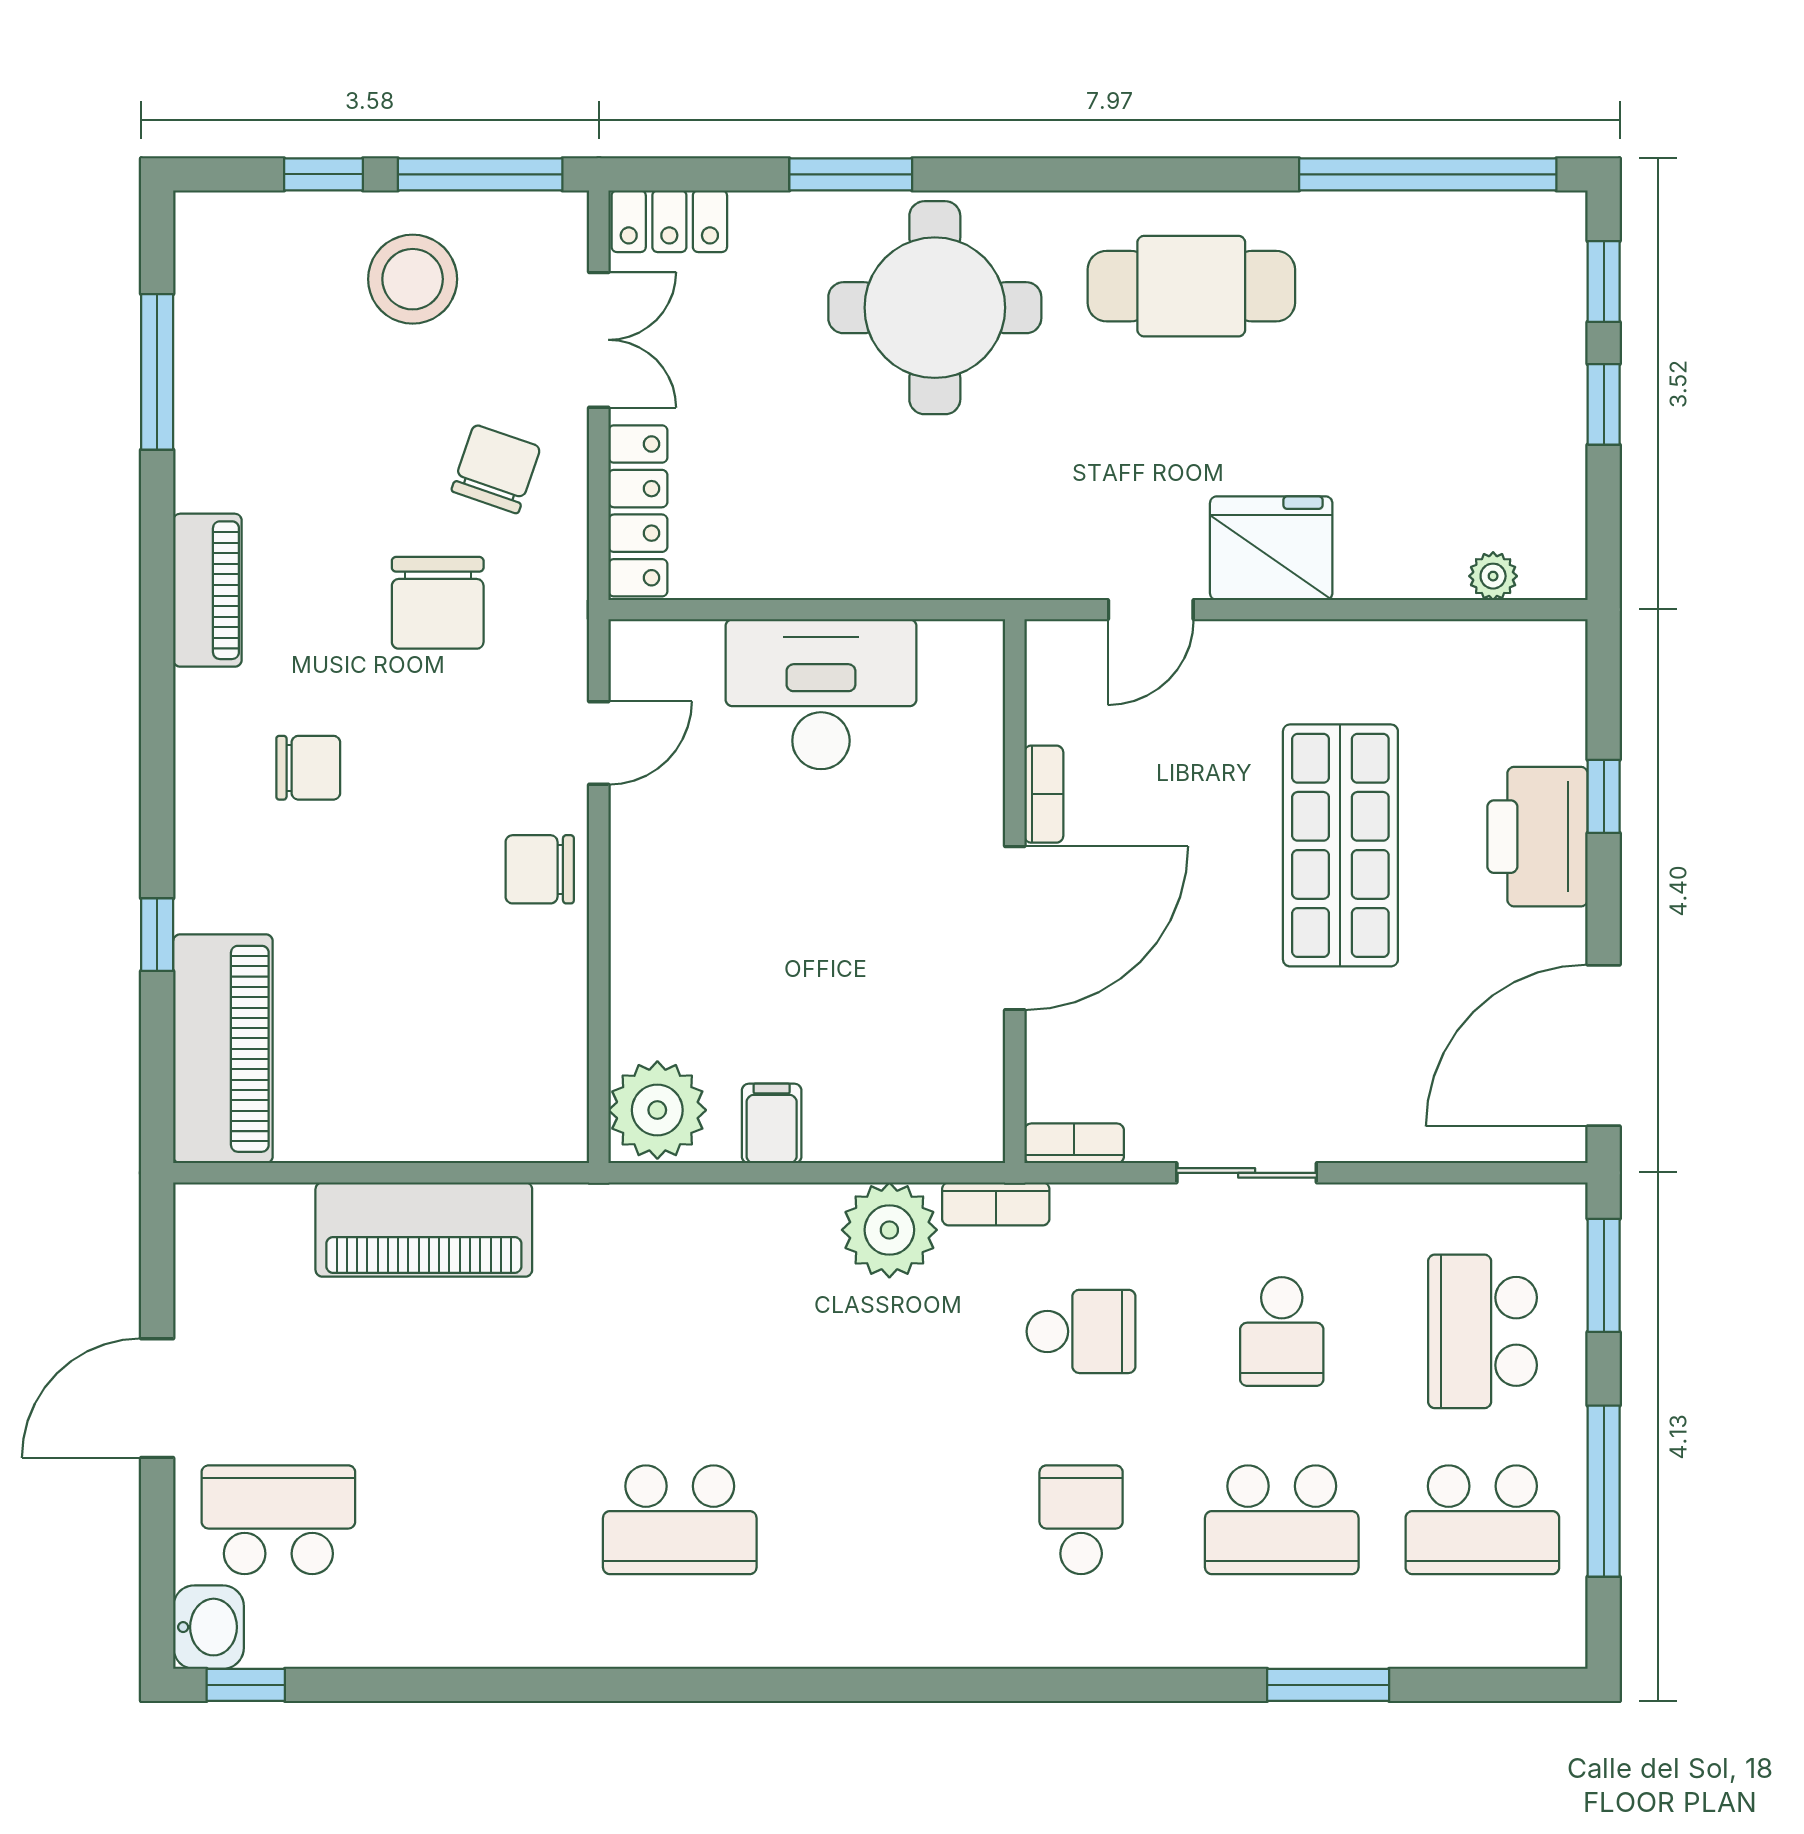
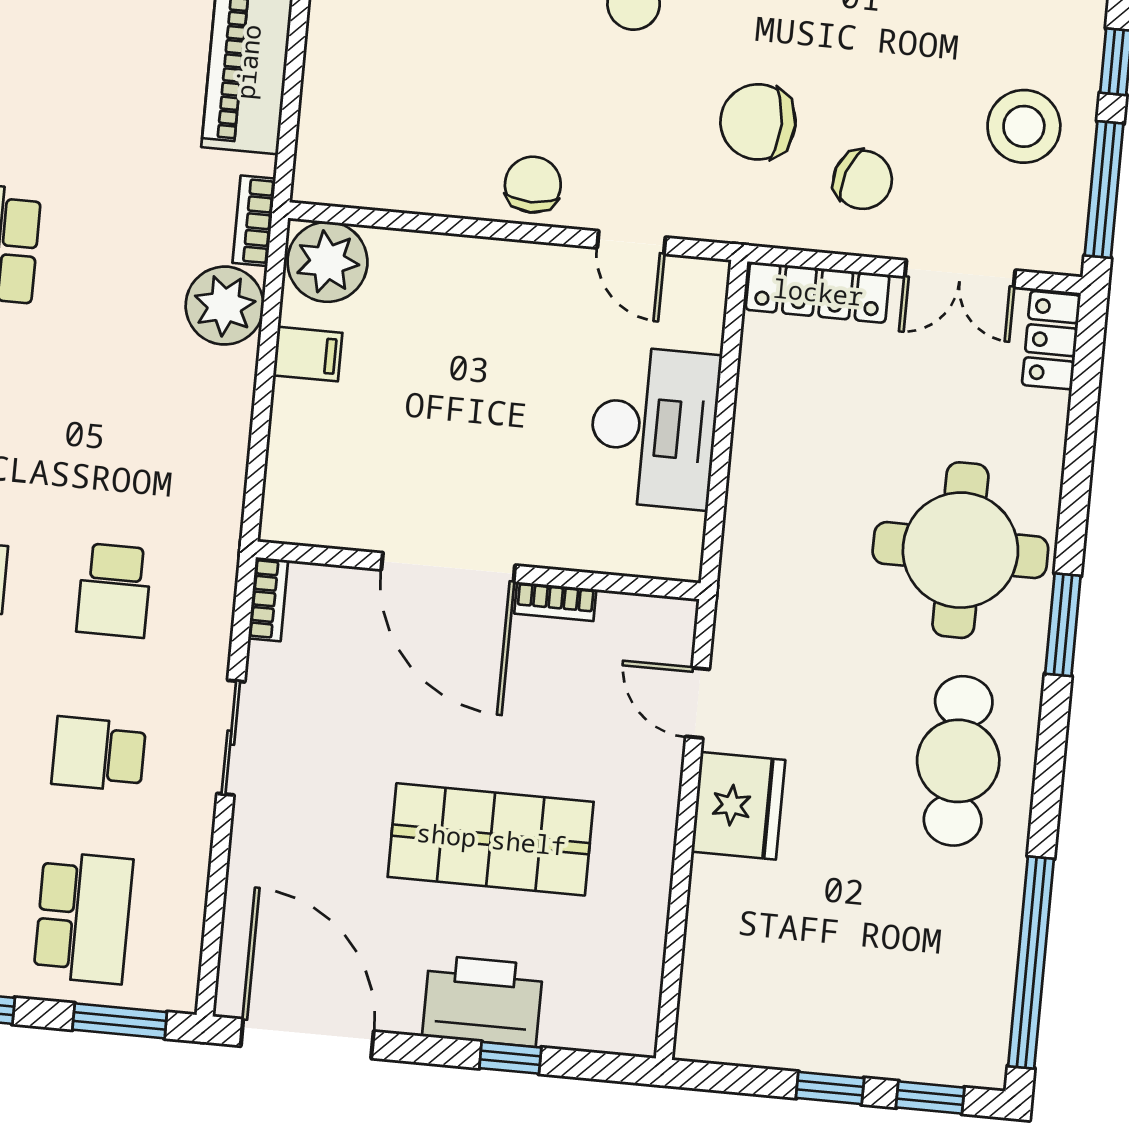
window: (851, 174) -> (1063, 625), moved
plant: (1493, 576) -> (698, 985), removed
bookcase: (996, 1204) -> (254, 221), moved
plant: (889, 1230) -> (225, 306), moved
school desk: (1482, 1331) -> (83, 918), turned 90

